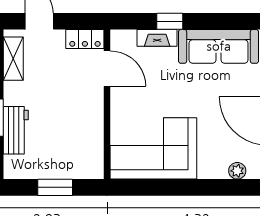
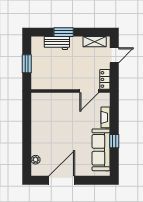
window: (170, 21) -> (114, 141), moved
corner sofa: (153, 148) -> (47, 115), removed

